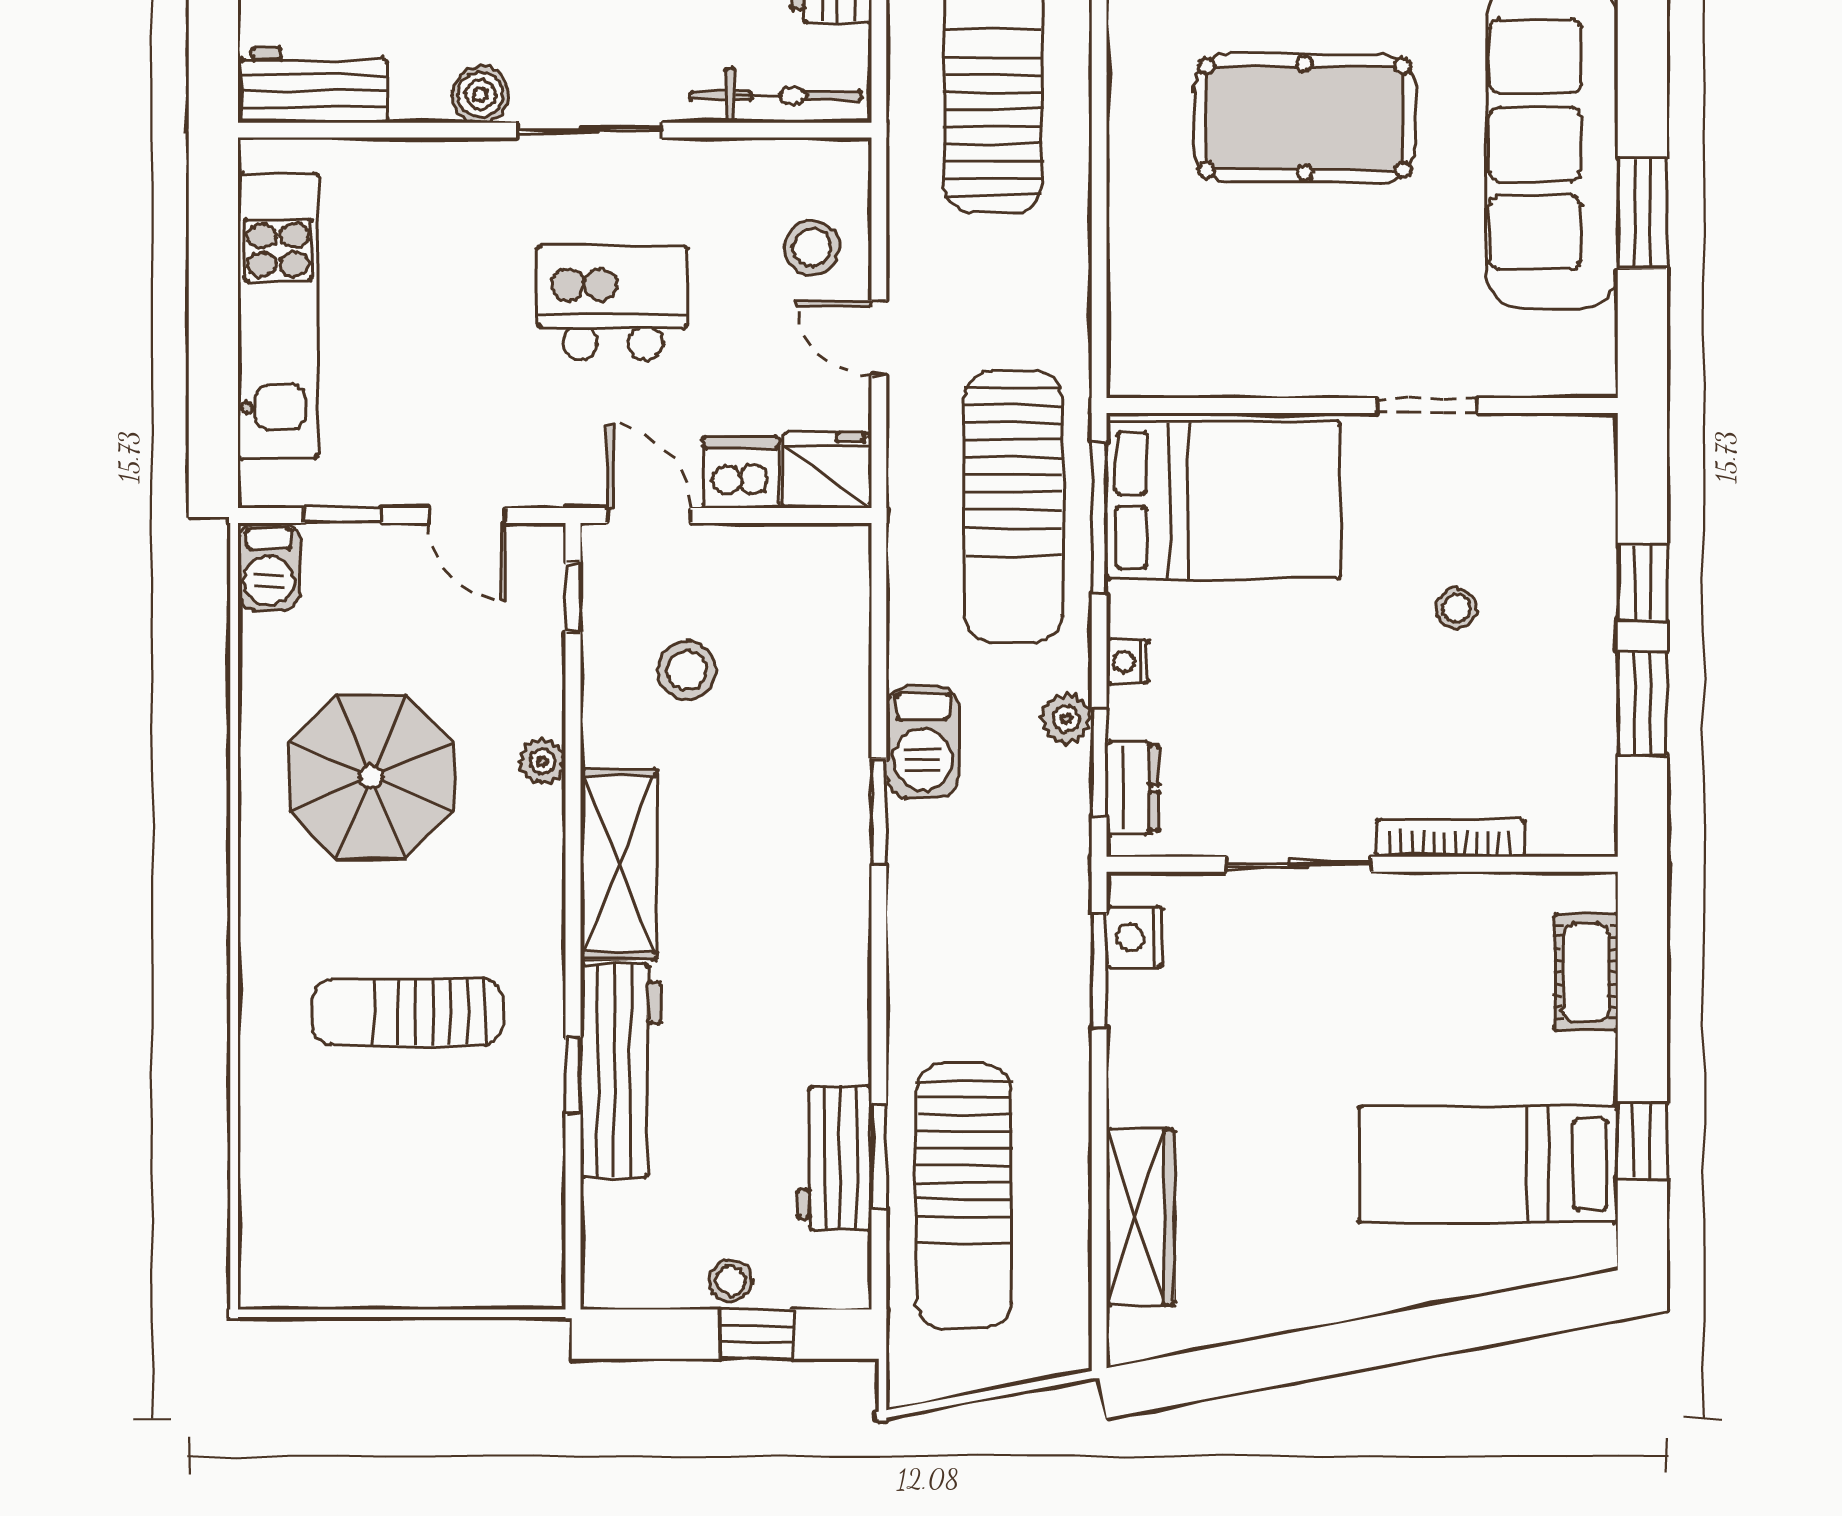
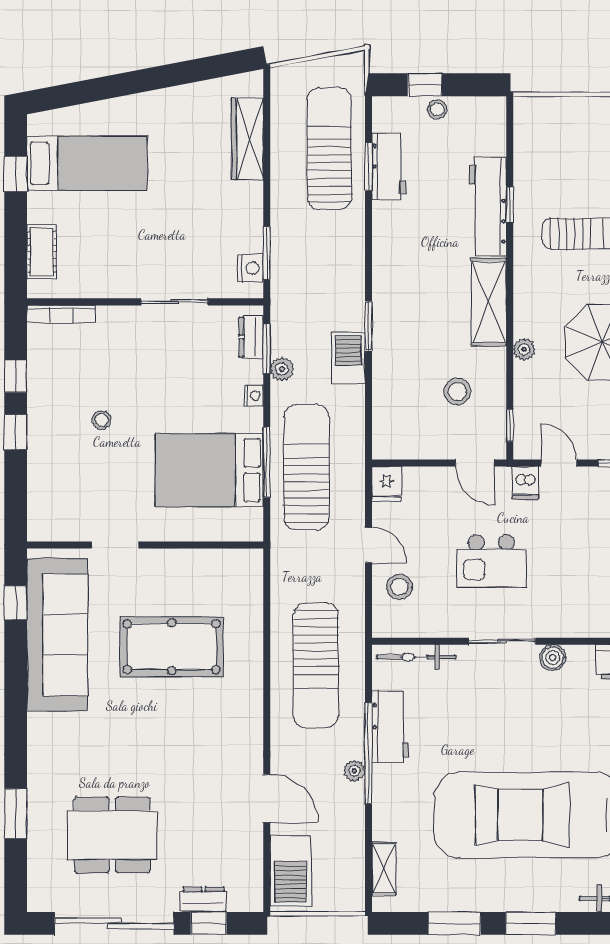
window: (1642, 213) -> (16, 603), width x0.67
wall: (1362, 405) -> (145, 545), moved
doorway: (1427, 405) -> (115, 545), moved
fridge: (828, 470) -> (387, 484), width x0.72
dishwasher: (741, 473) -> (525, 483), moved, width x0.73
window: (1642, 704) -> (16, 376), width x0.67
bookcase: (1451, 838) -> (61, 314), moved

